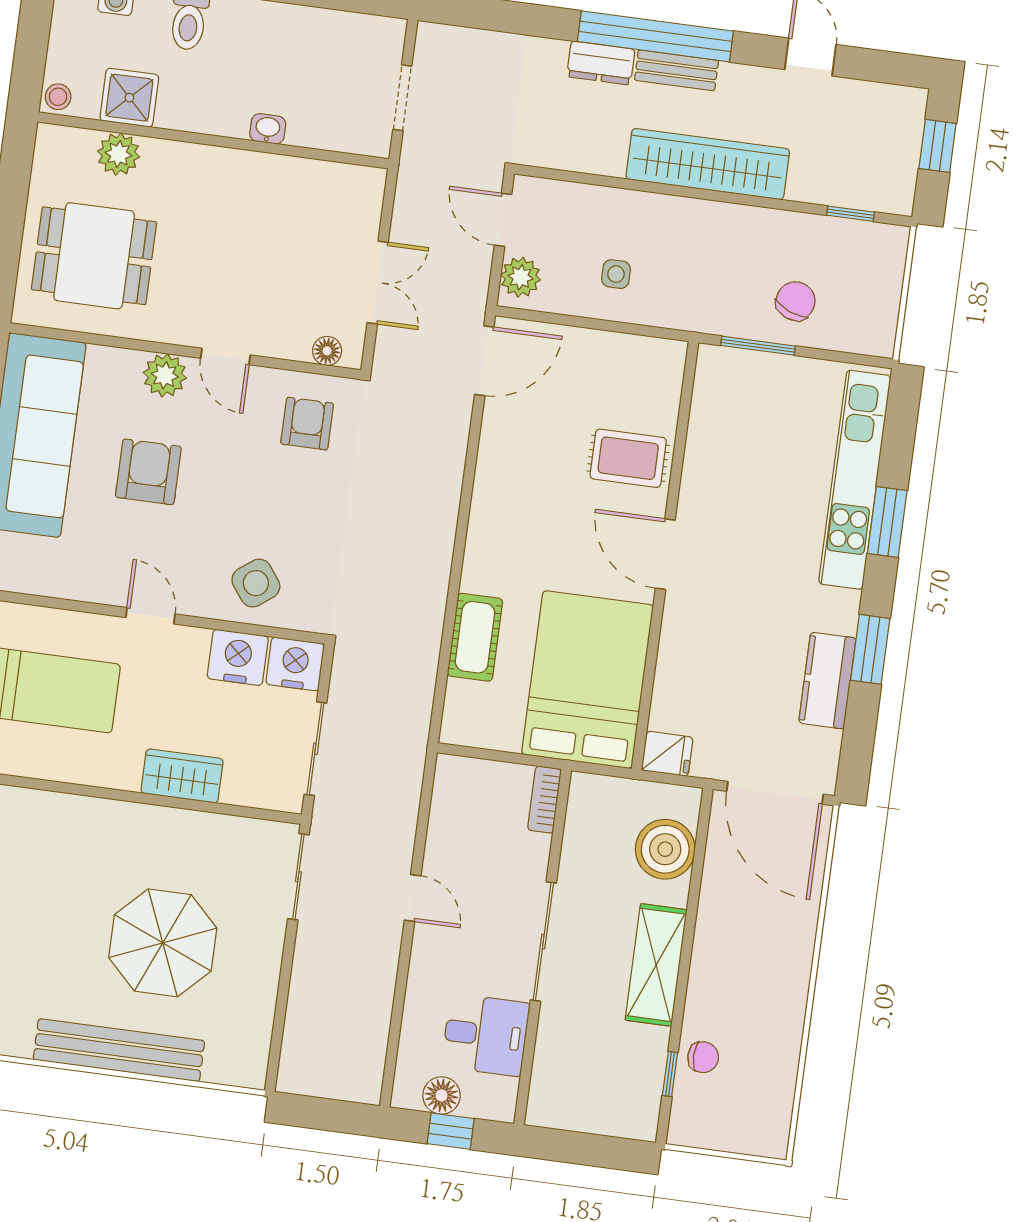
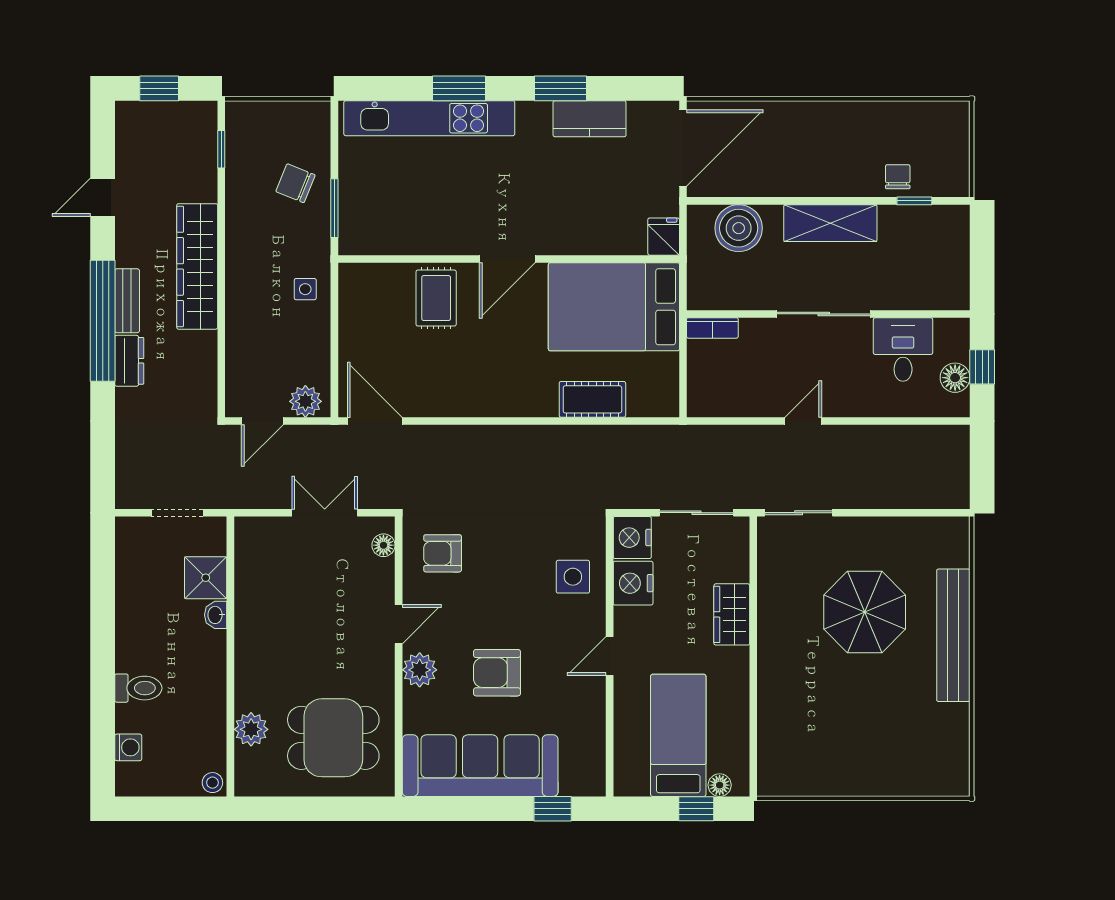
shower: (129, 98) -> (206, 578), moved
dining table: (94, 256) -> (333, 738), turned 90
side table: (616, 274) -> (305, 289), moved
side table: (256, 583) -> (573, 577), turned 37

